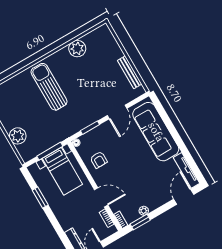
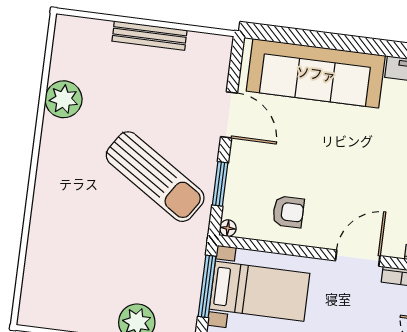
bench: (130, 72) -> (149, 36), moved
sun lounger: (49, 87) -> (155, 177), moved, turned -147

